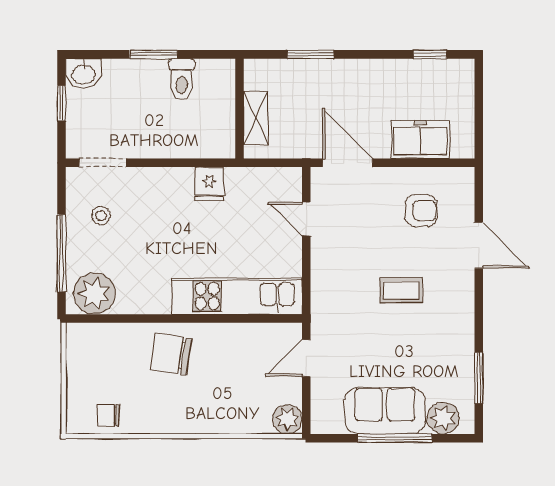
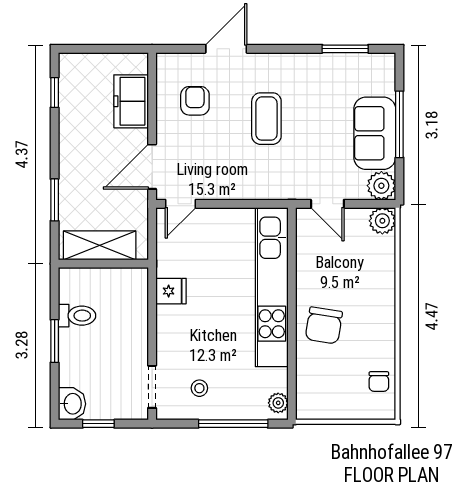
shelving: (256, 118) -> (100, 245), width x1.50, depth x1.33
door: (306, 219) -> (180, 204), moved
coffee table: (401, 290) -> (266, 119), width x1.36, depth x1.30
plant: (94, 294) -> (278, 403), width x0.53, depth x0.53
kitchen unit: (237, 296) -> (272, 287), width x1.36
plant: (443, 418) -> (381, 186), moved

